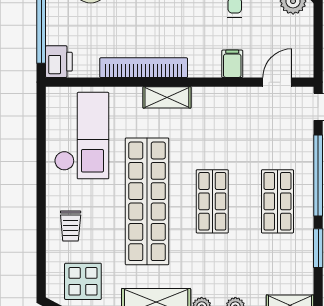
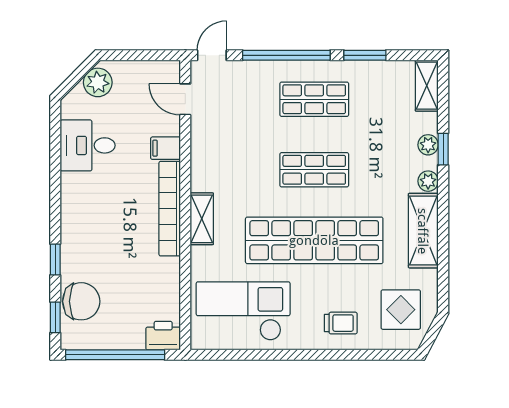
bookcase: (144, 68) -> (170, 209), moved

